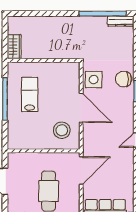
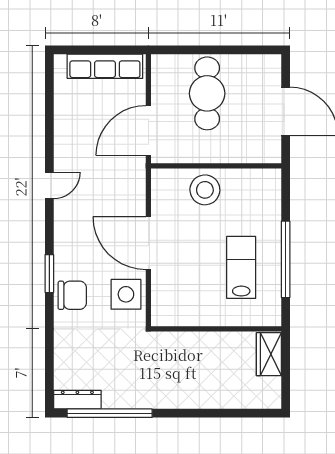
lab bench: (30, 94) -> (241, 267), turned 180
stool: (62, 130) -> (205, 190), moved

